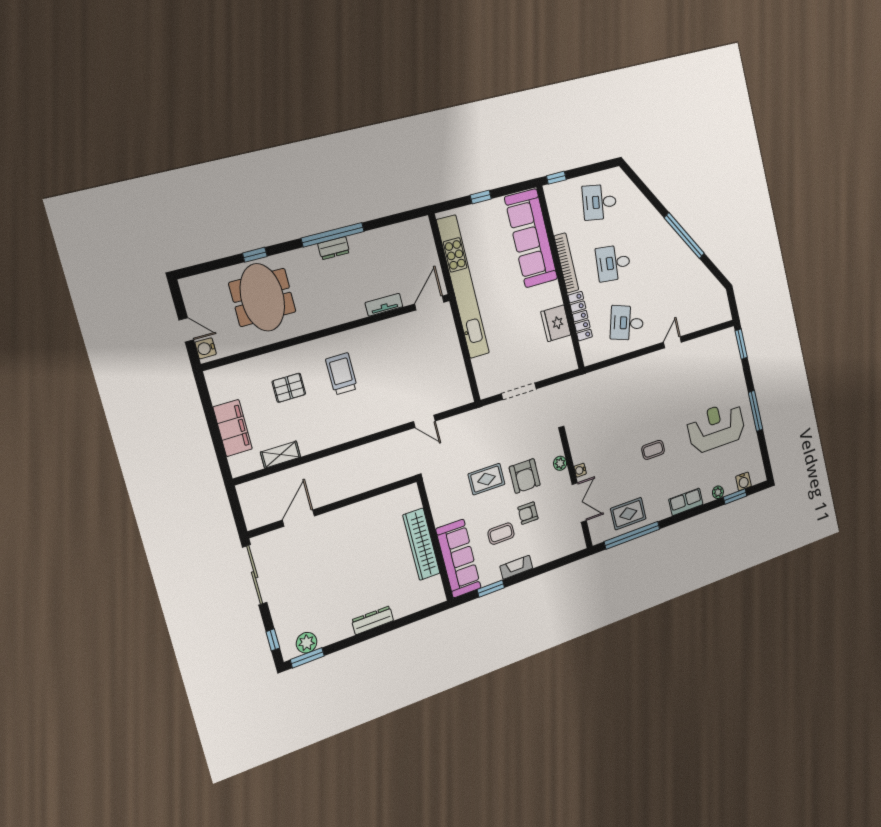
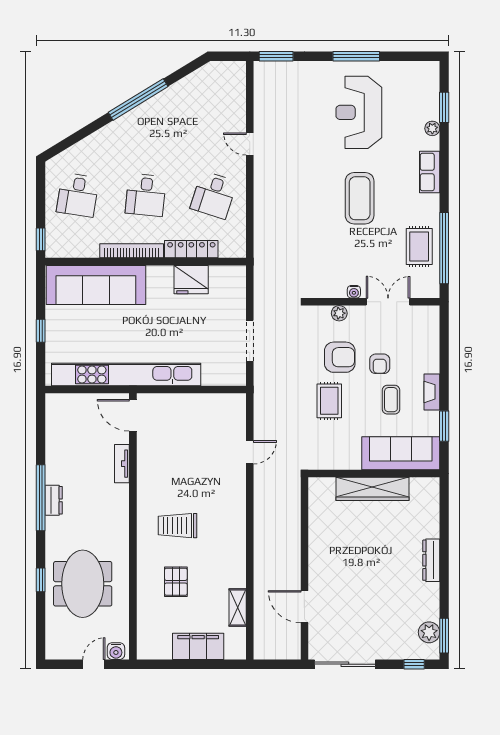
meeting table: (262, 297) -> (83, 584), turned 90
coffee table: (653, 450) -> (360, 198), width x1.86, depth x1.72
water cooler: (743, 481) -> (431, 92), removed

